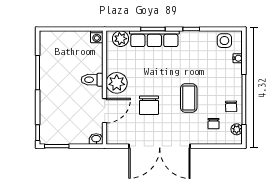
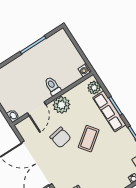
coffee table: (189, 98) -> (89, 139), moved, turned -37
chair: (149, 105) -> (60, 137), turned -100
door: (105, 111) -> (37, 109), hinge flipped

